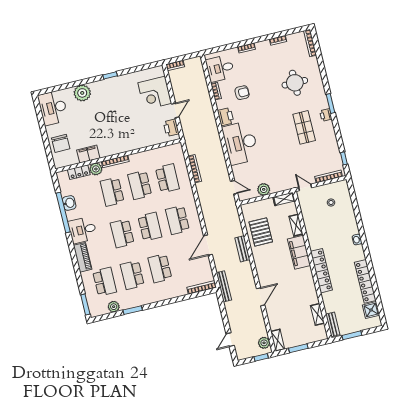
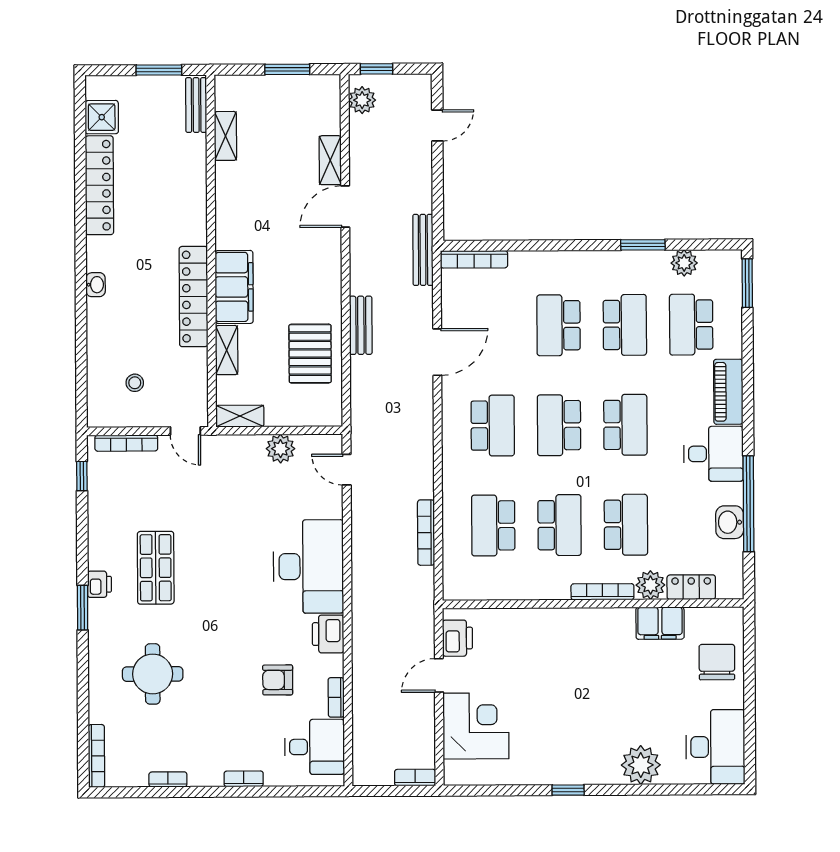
school desk: (160, 268) -> (558, 325), turned 180
locker: (321, 271) -> (193, 297), moved
shelving: (278, 340) -> (330, 160), moved

